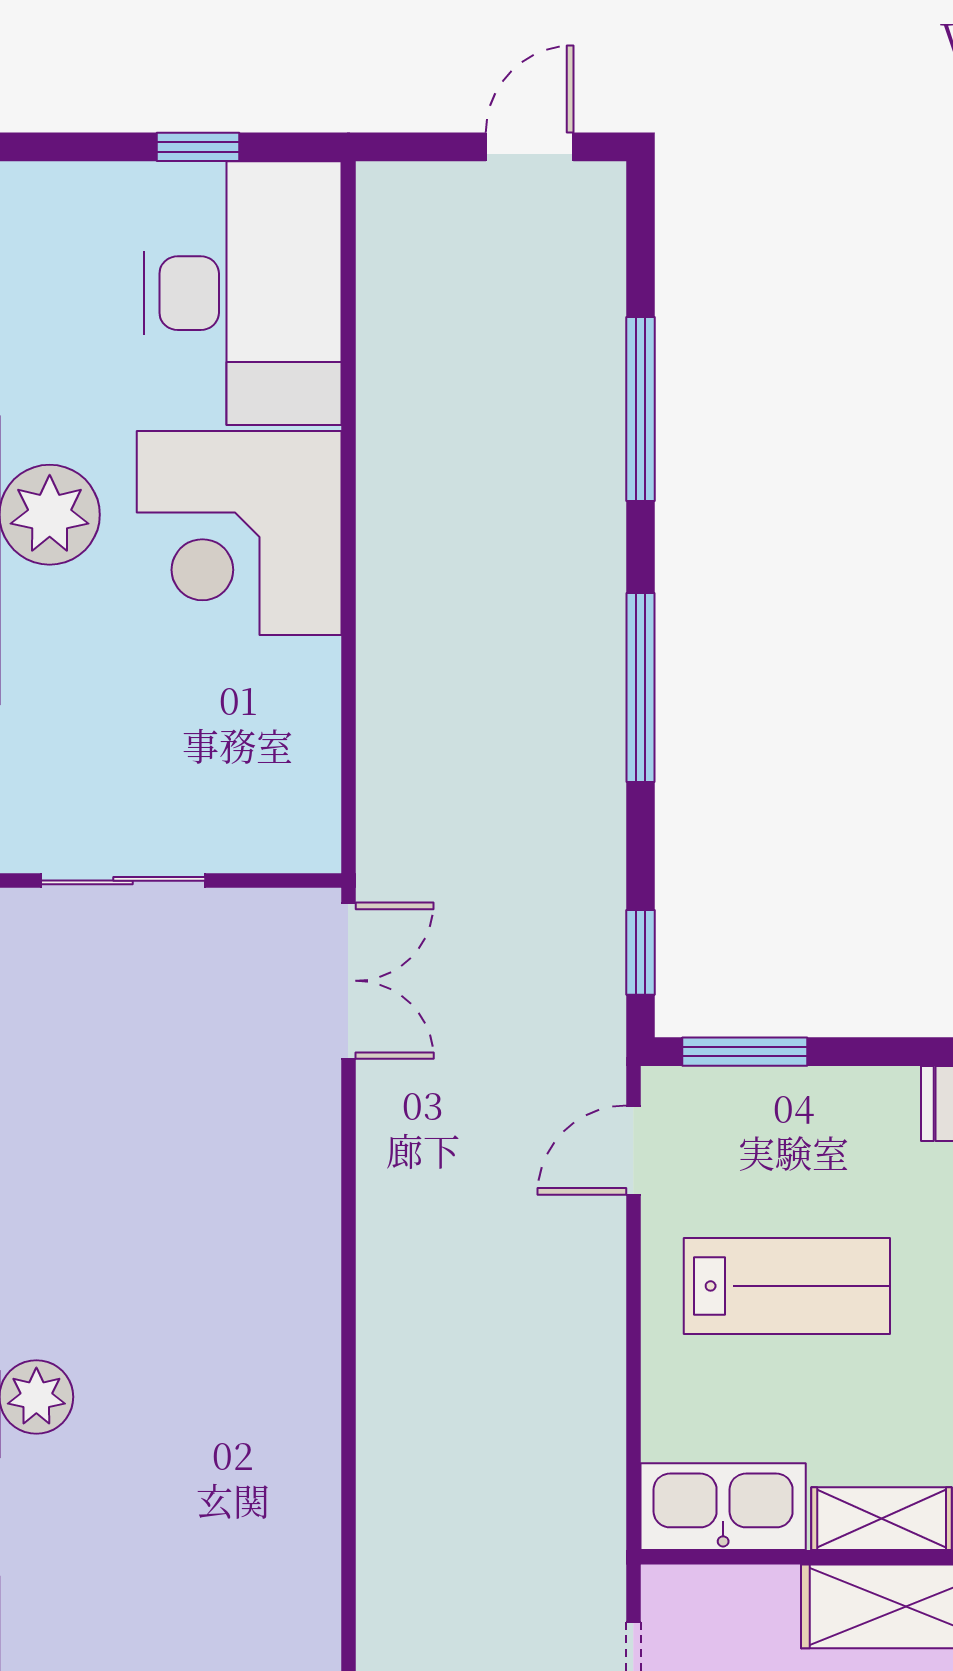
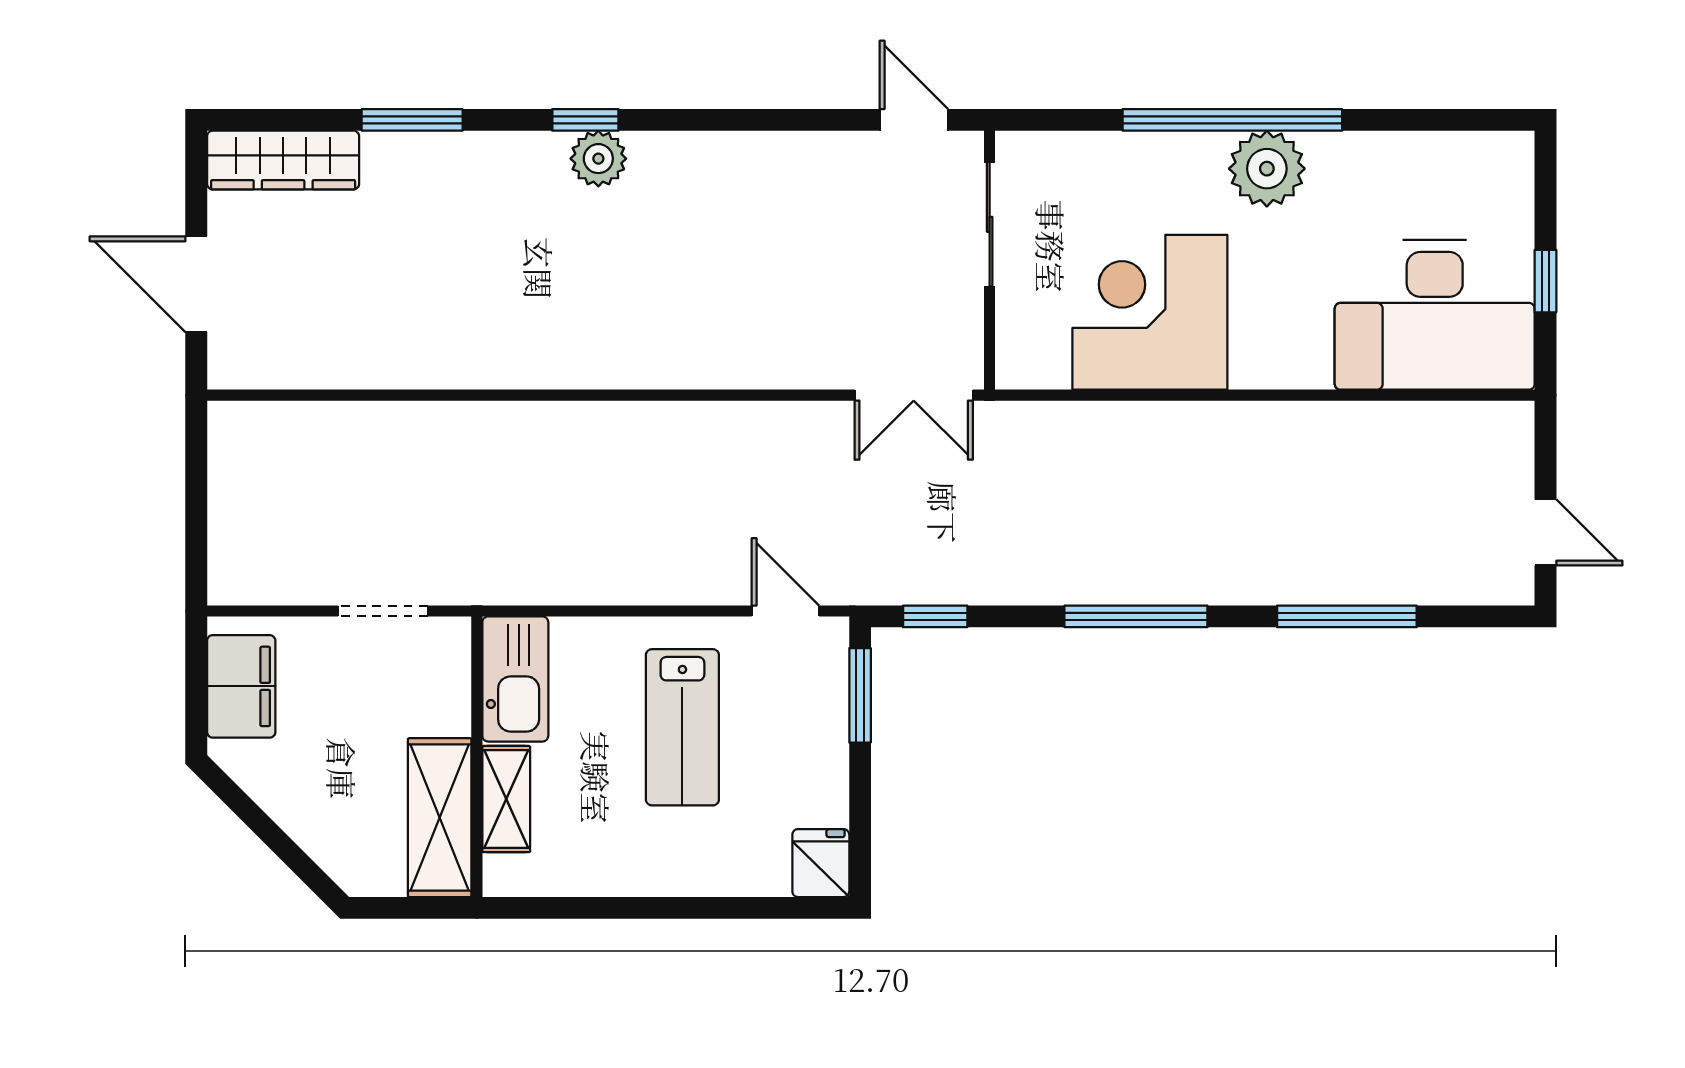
corner desk: (239, 533) -> (1150, 312), moved

